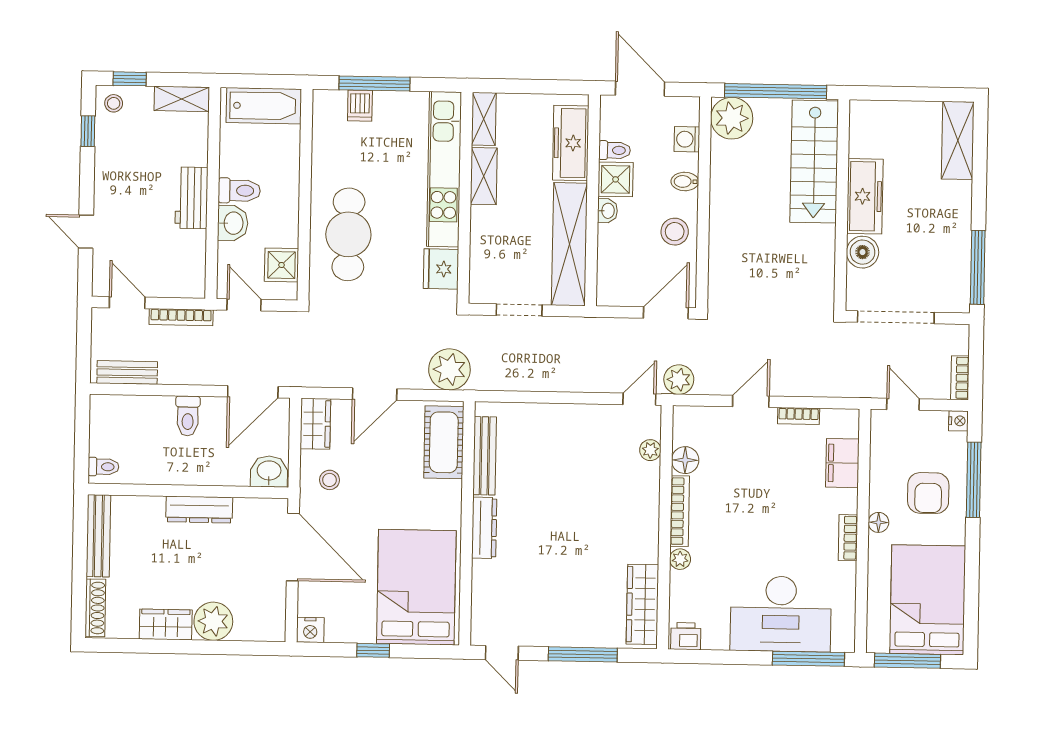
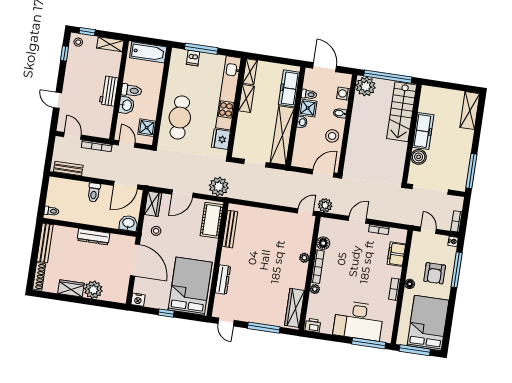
plant: (650, 450) -> (304, 258), moved
dresser: (484, 528) -> (223, 280), moved

